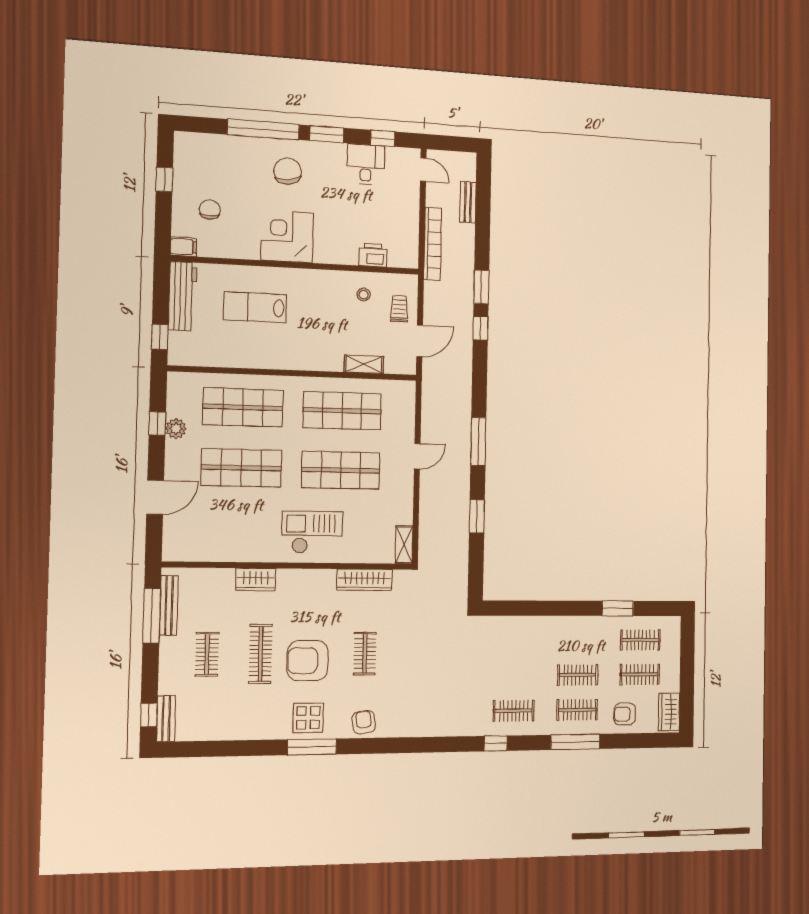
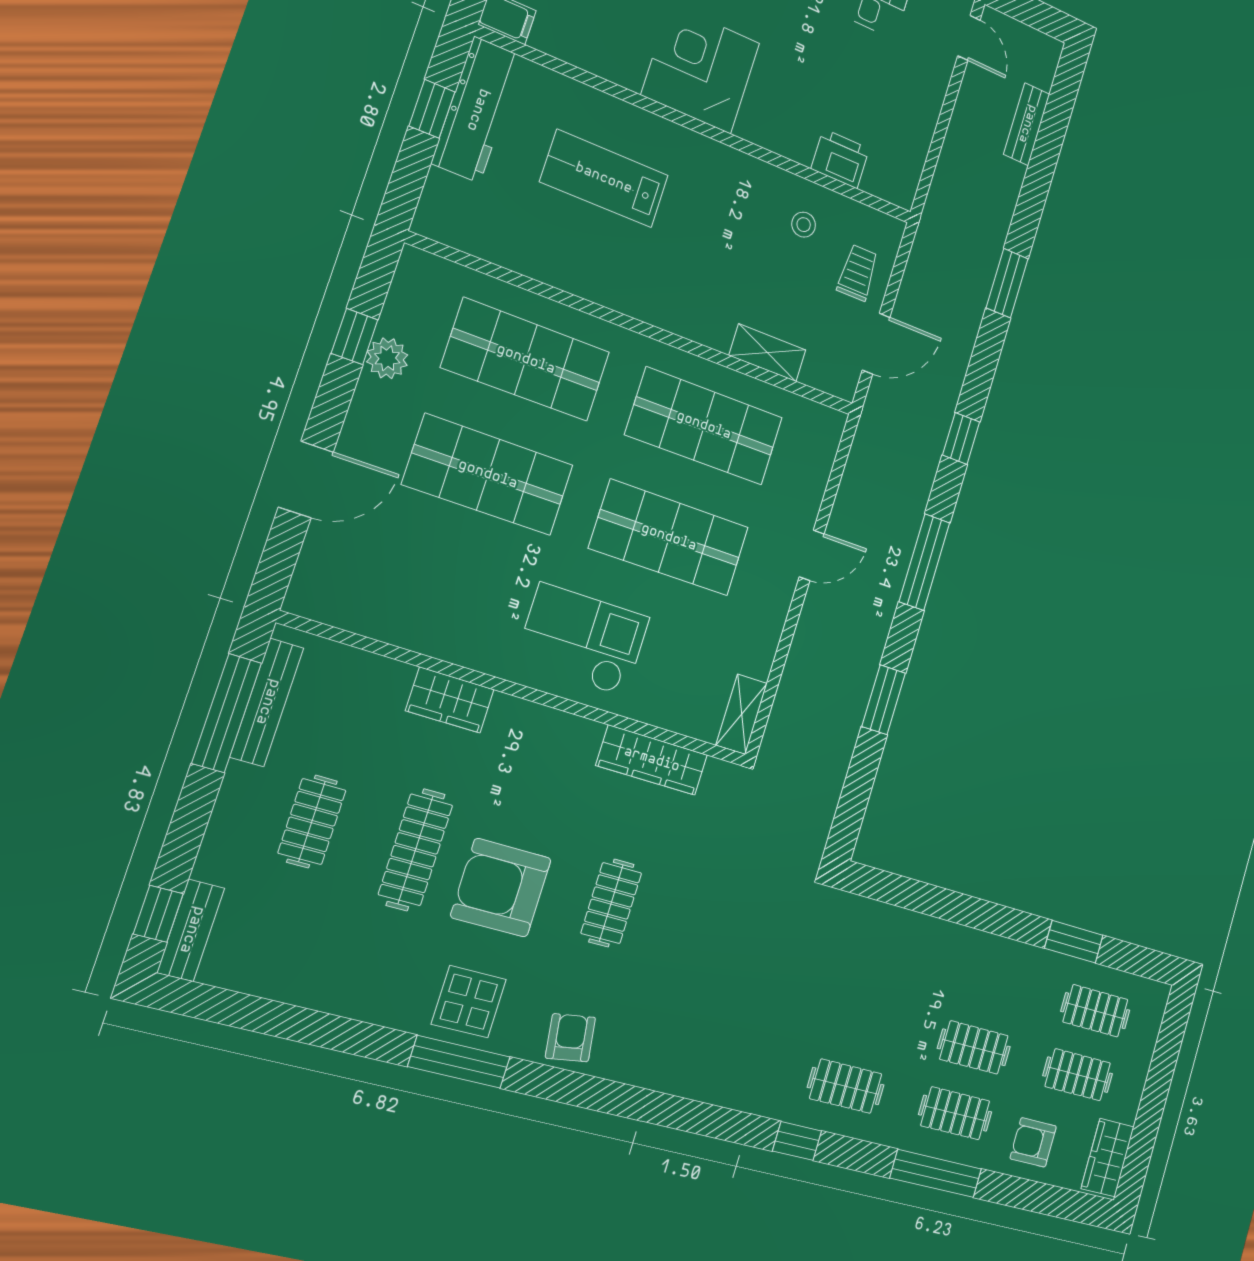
bookcase: (433, 244) -> (948, 176), removed
window: (481, 328) -> (961, 438), moved
window: (160, 337) -> (432, 109), moved

